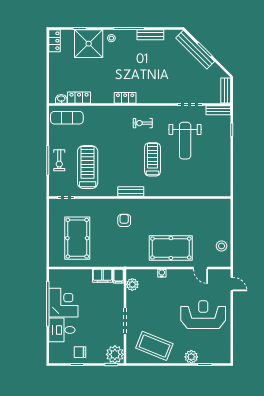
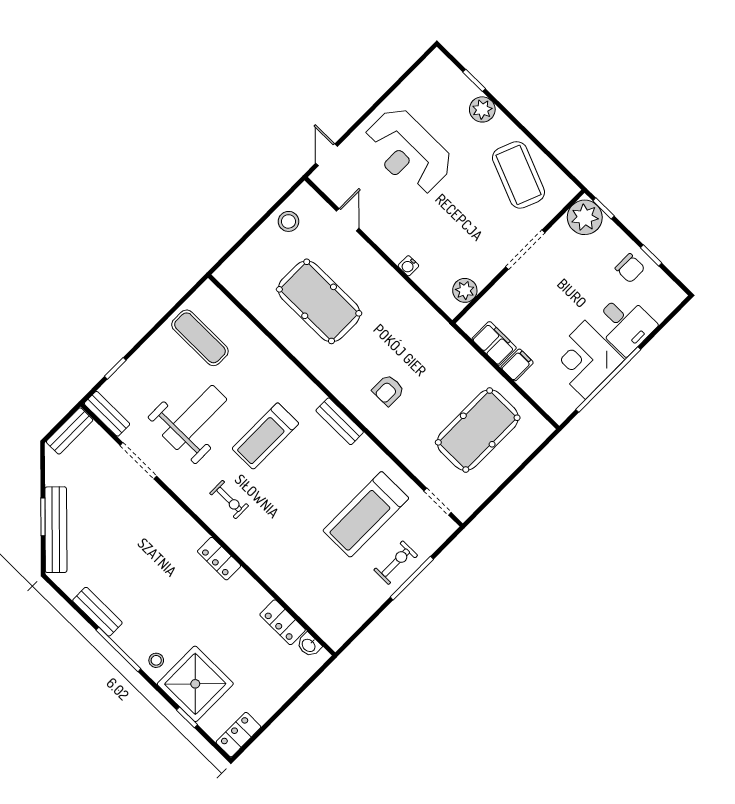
exercise mat: (67, 118) -> (200, 338), moved
pool table: (171, 248) -> (319, 301), moved
filing cabinet: (119, 276) -> (517, 365), moved

